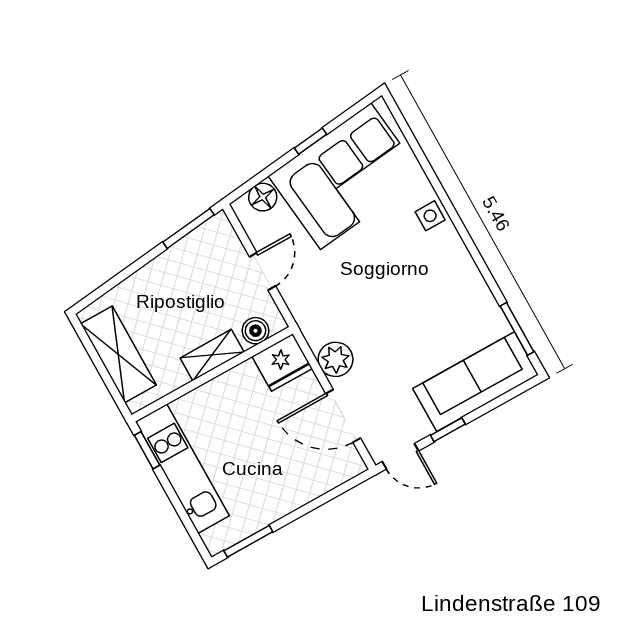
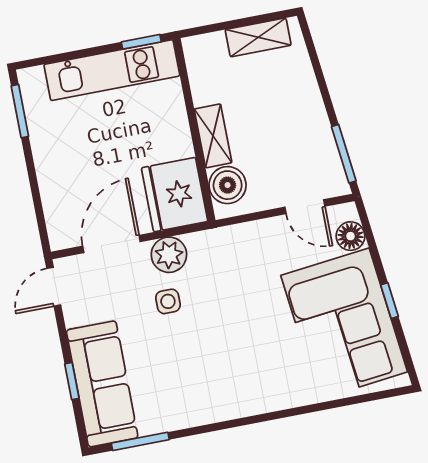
side table: (430, 216) -> (168, 301), moved
door: (262, 271) -> (305, 207), moved
boiler: (255, 331) -> (228, 185), width x1.36, depth x1.36
shelving: (118, 354) -> (258, 37), width x0.67, depth x0.75
fridge: (282, 362) -> (175, 195), width x1.36, depth x1.34
window: (448, 430) -> (72, 381), moved

